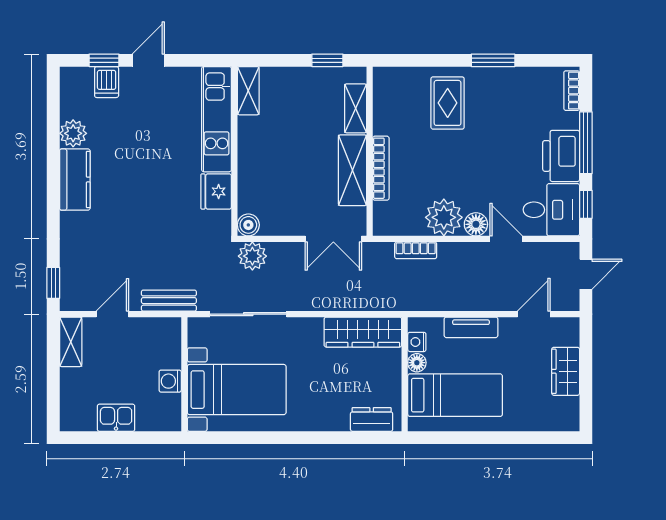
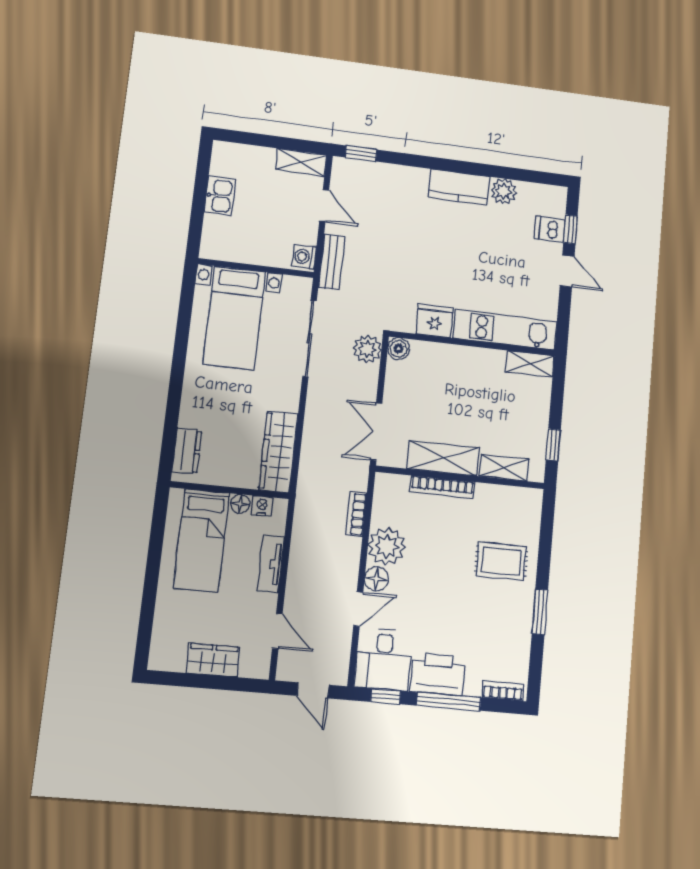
washing machine: (170, 381) -> (304, 257), moved, turned -90

